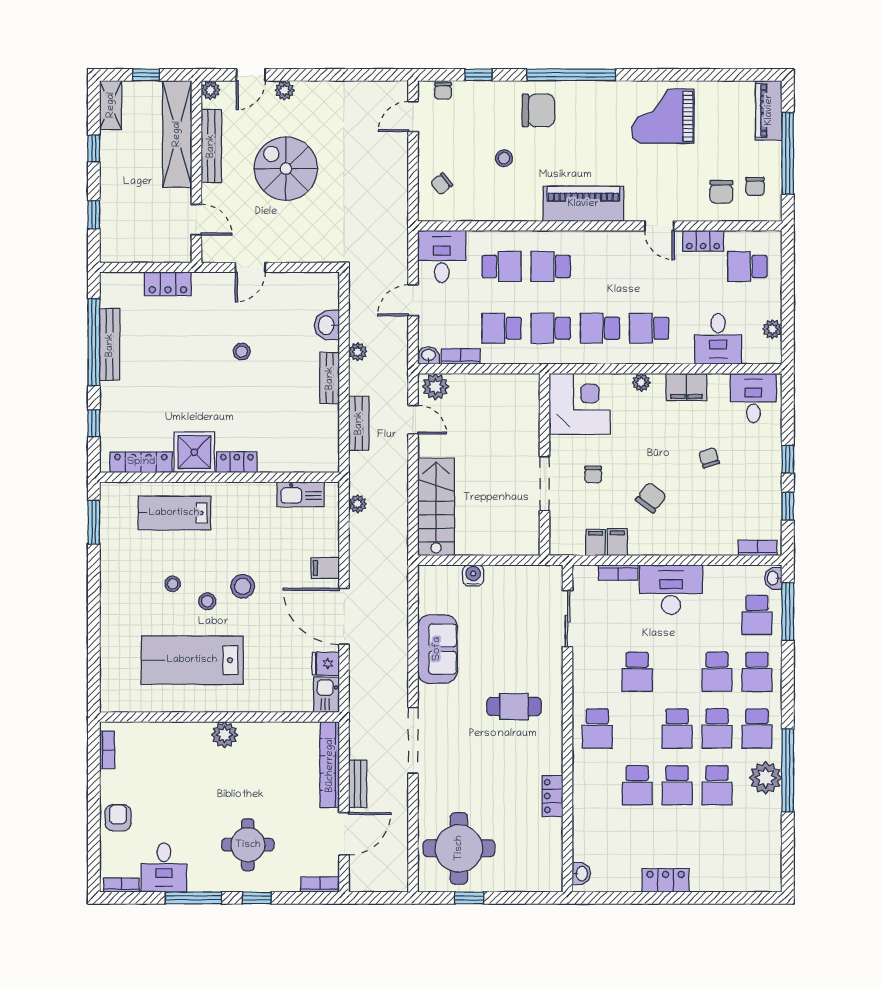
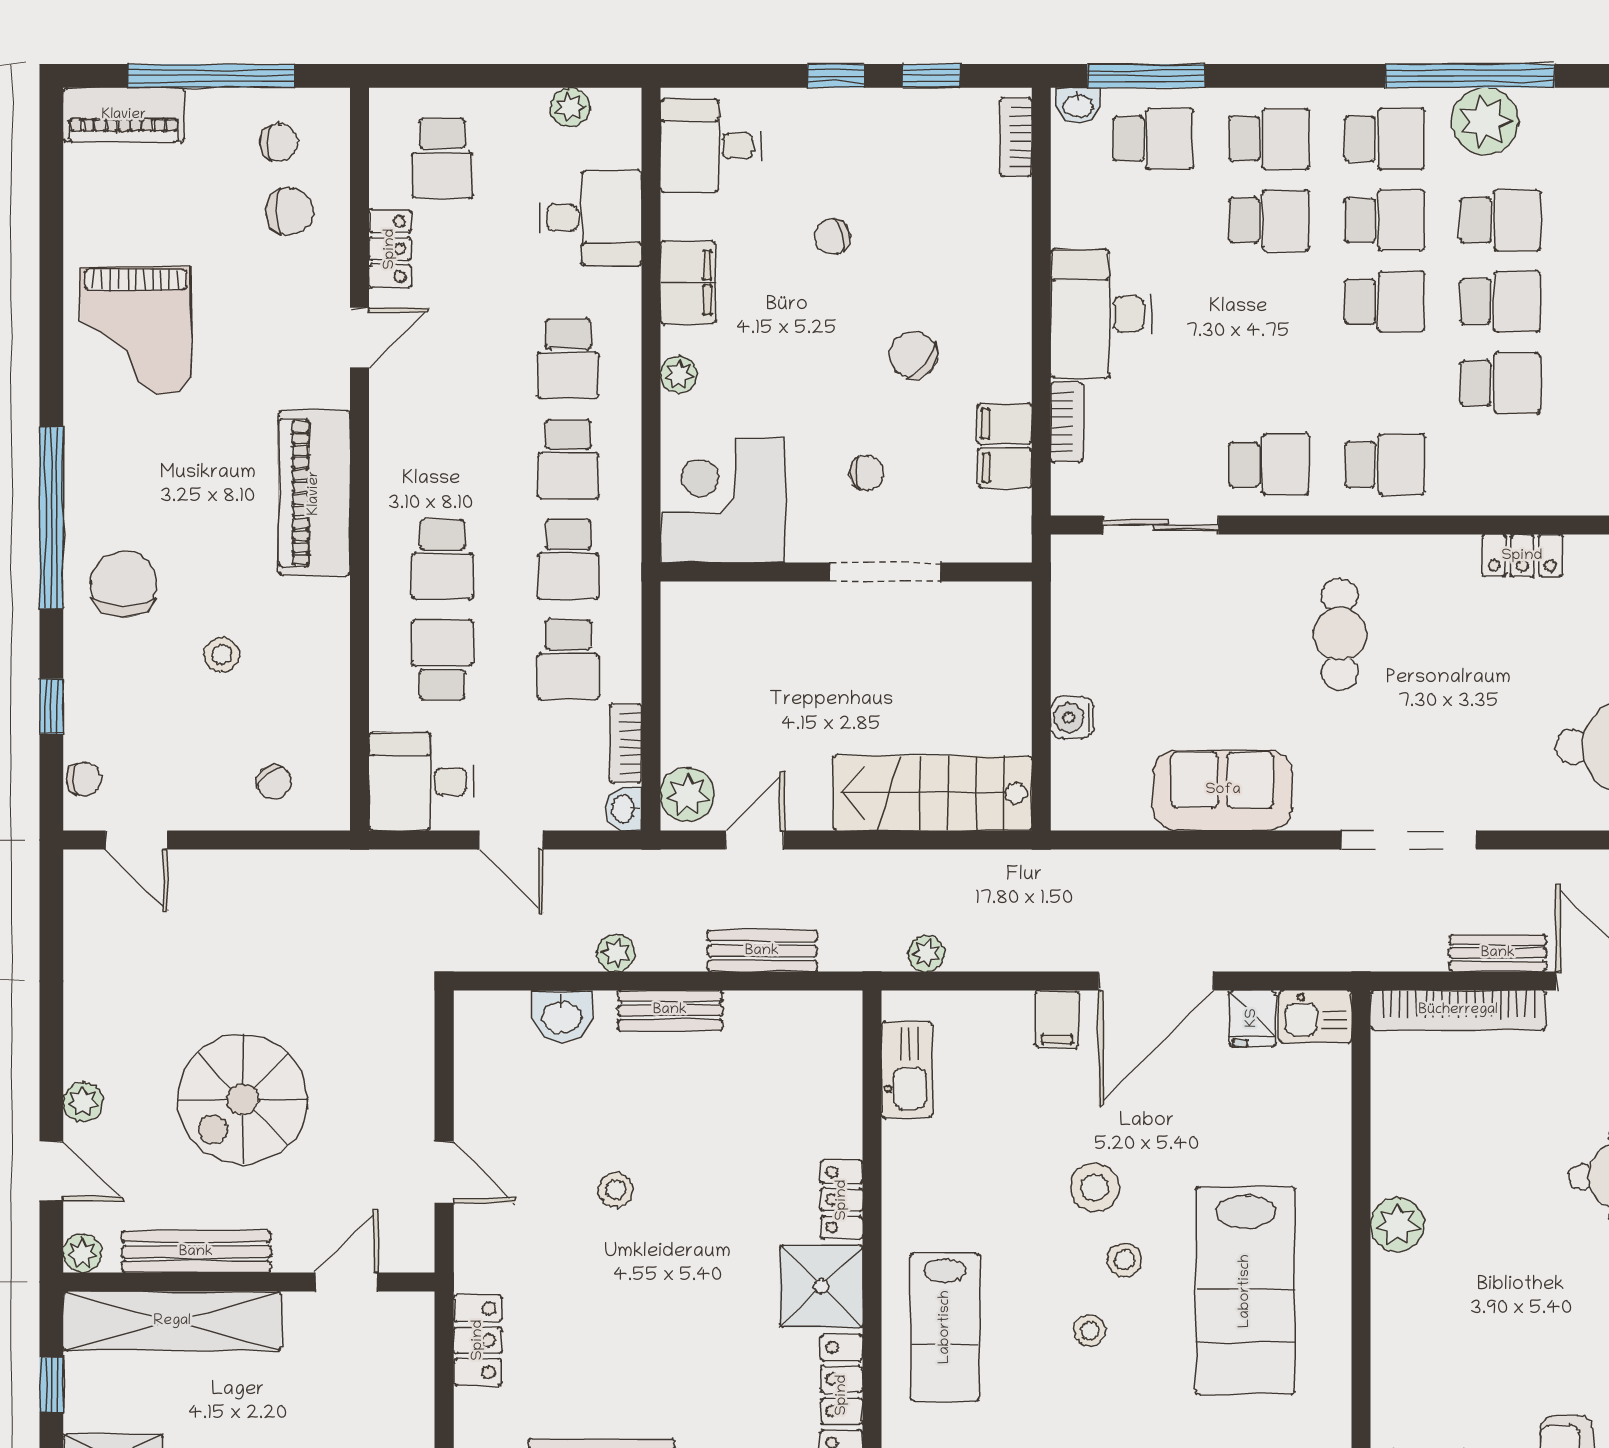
school desk: (637, 672) -> (1269, 464), moved

